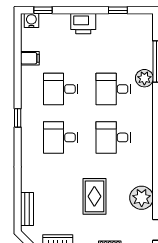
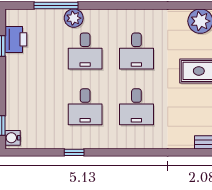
printer: (83, 24) -> (16, 39), moved
filing cabinet: (30, 58) -> (53, 139), removed
window: (18, 118) -> (74, 152), moved

